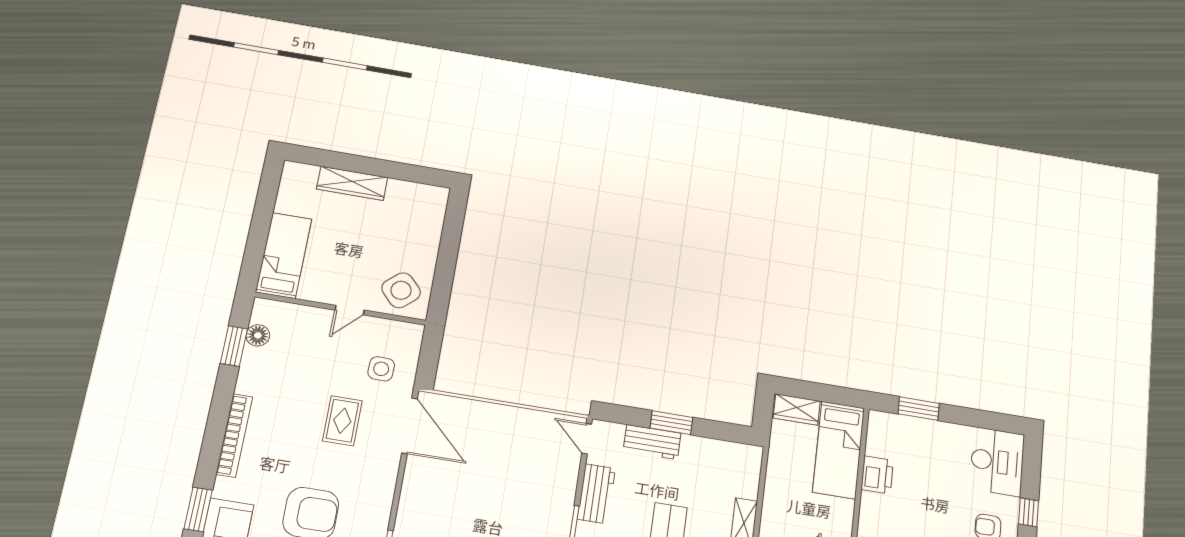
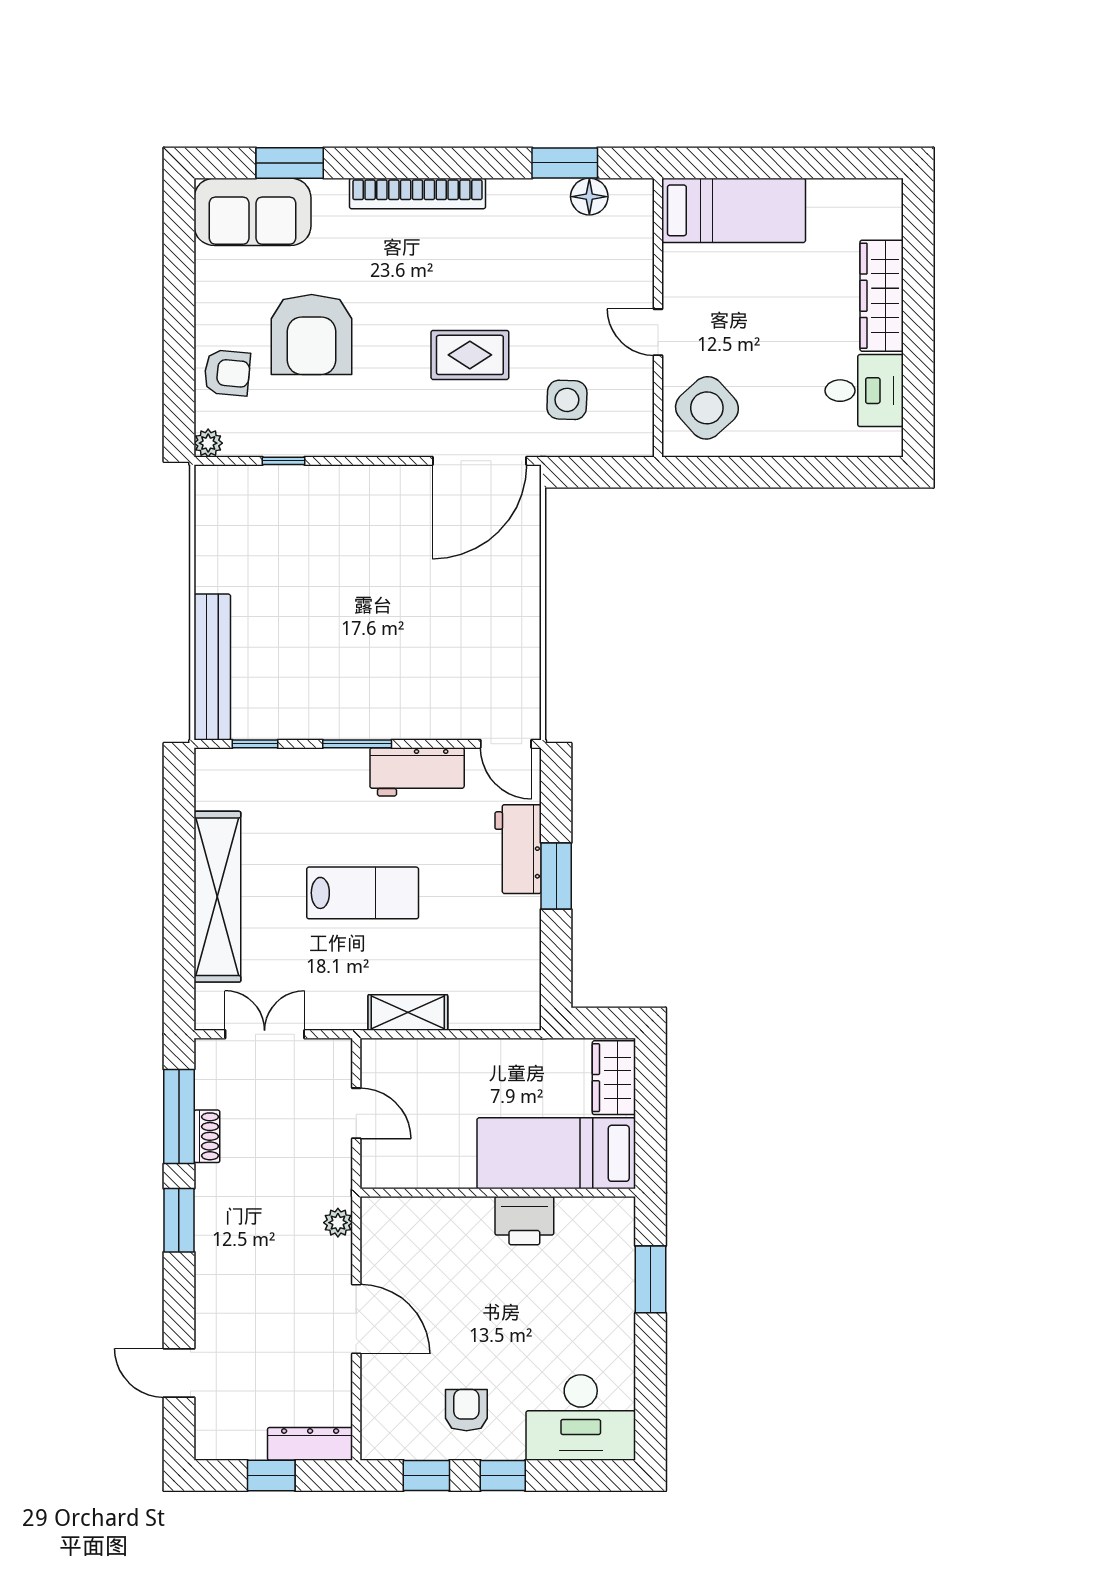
desk: (407, 202) -> (864, 391), added
door: (587, 439) -> (506, 744), swing flipped

